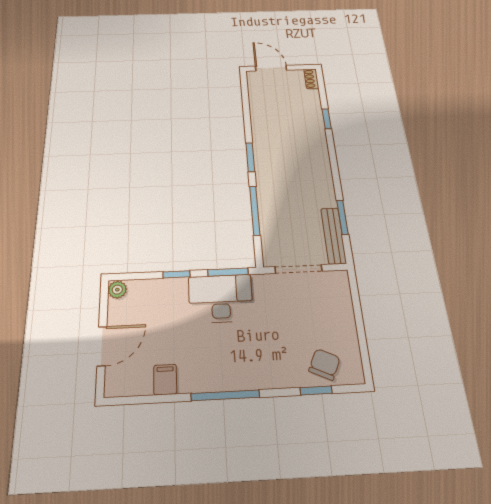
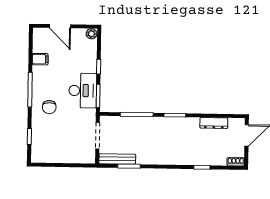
dresser: (257, 107) -> (214, 123), added
chair: (324, 364) -> (49, 107), moved, turned 65

